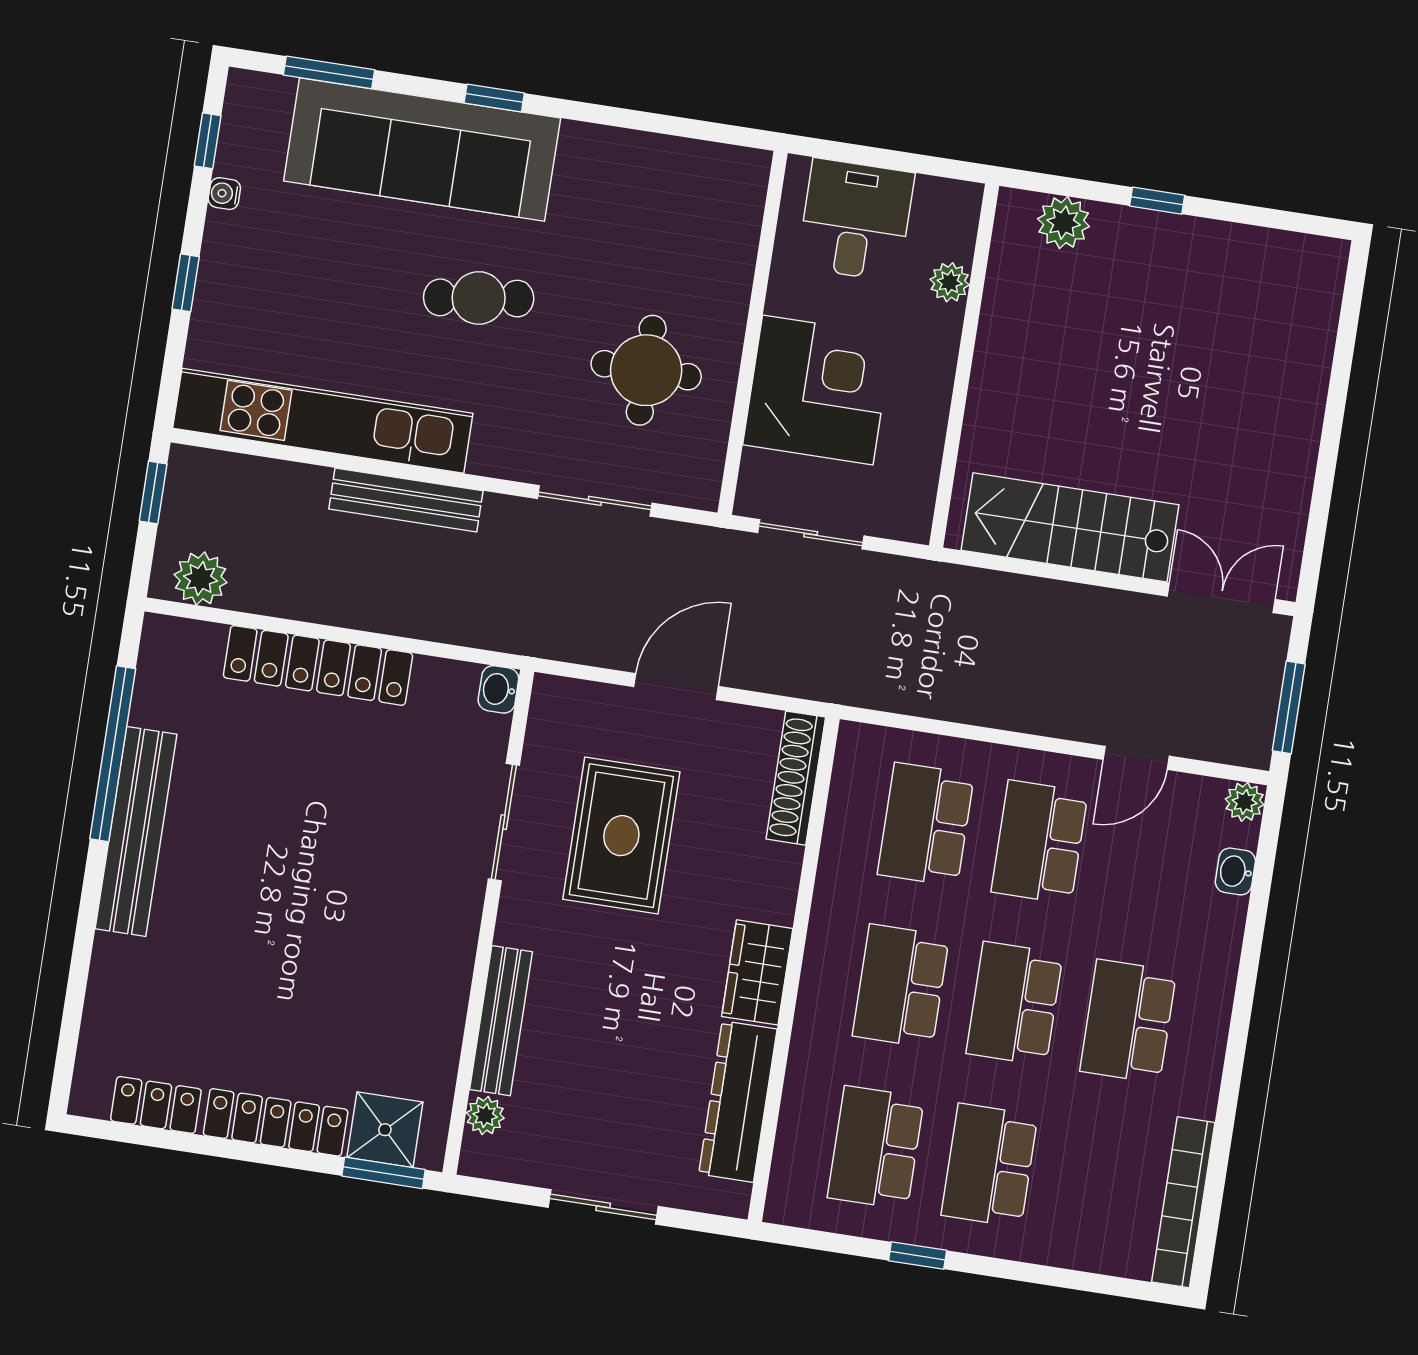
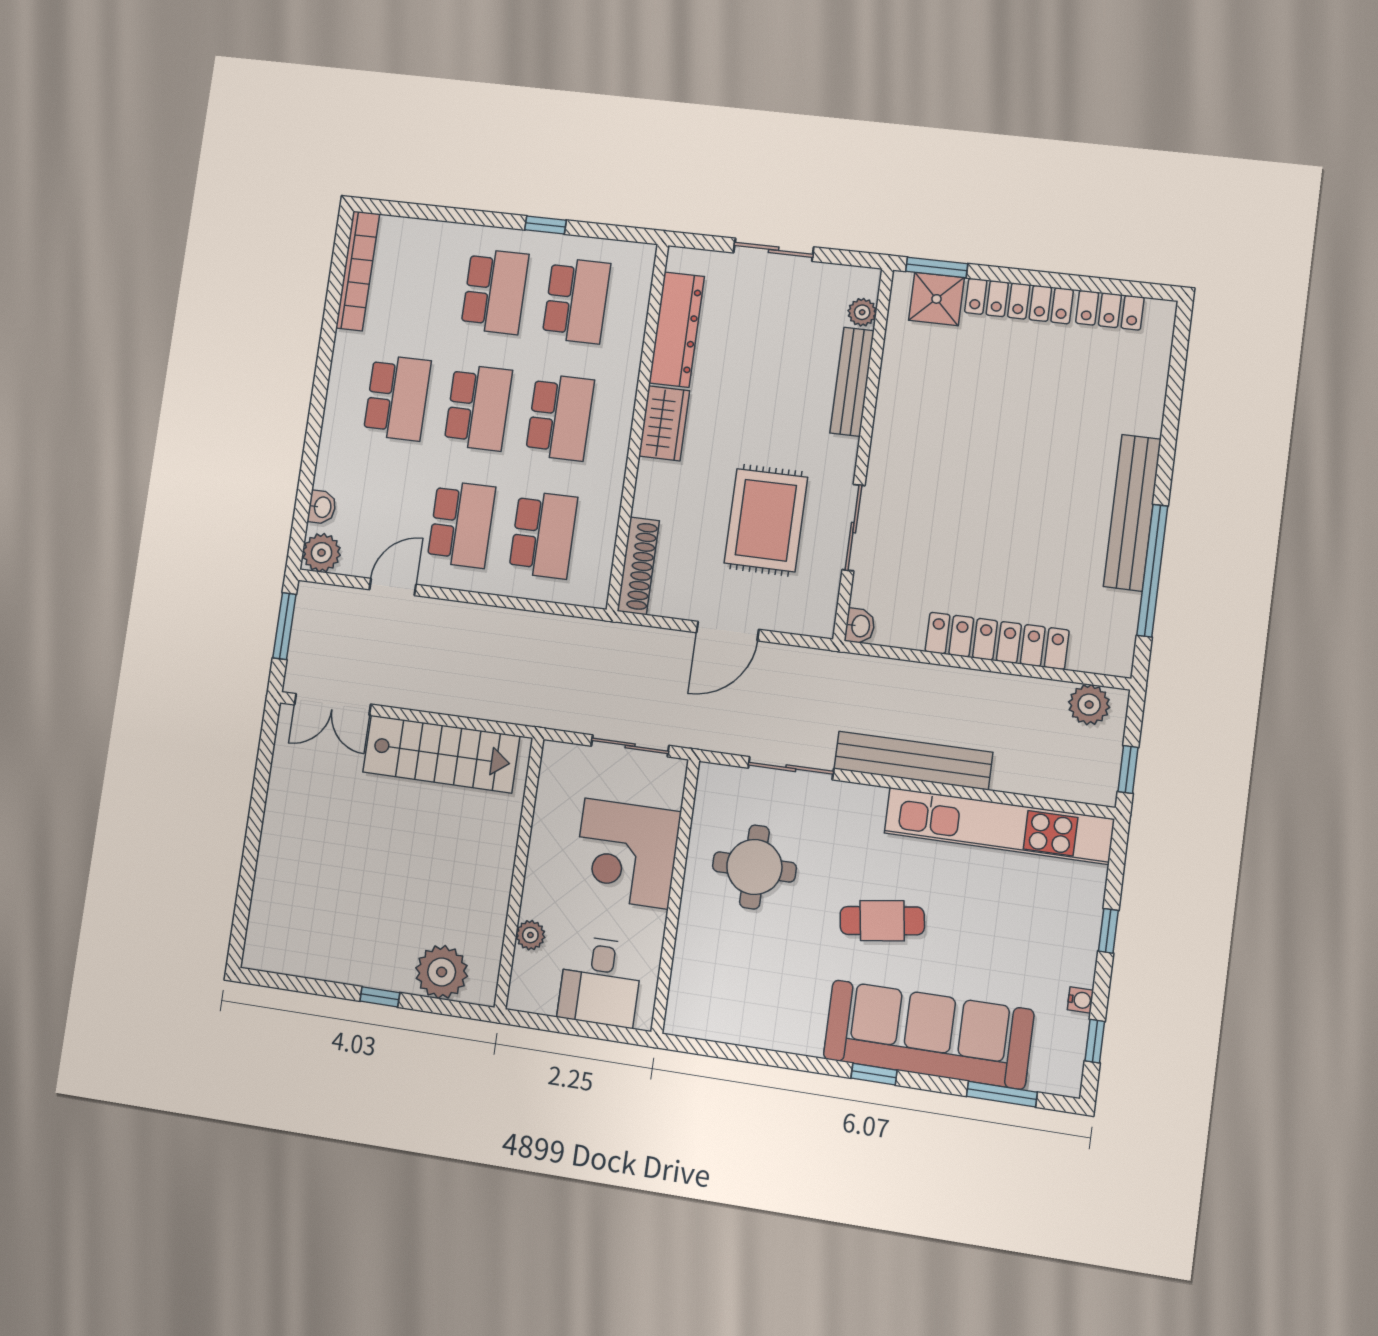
plant: (1064, 223) -> (442, 972), width x1.36, depth x1.36
bench: (406, 500) -> (913, 760), width x1.37, depth x1.21
plant: (1245, 802) -> (322, 553), width x1.38, depth x1.38

